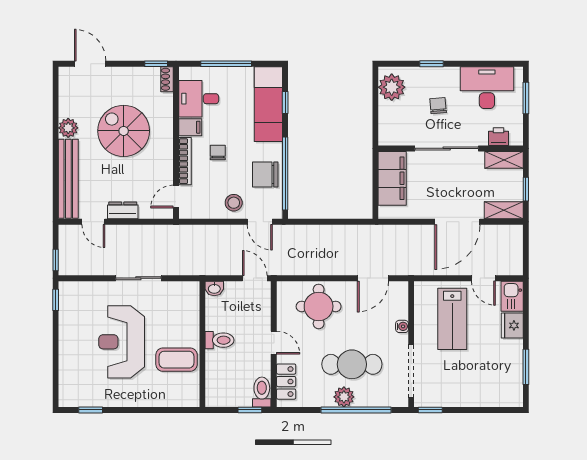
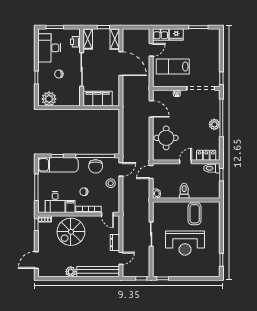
spiral stairs: (124, 131) -> (71, 232), moved
lab bench: (452, 319) -> (173, 66), turned 180
cafe table: (352, 364) -> (197, 120), removed

